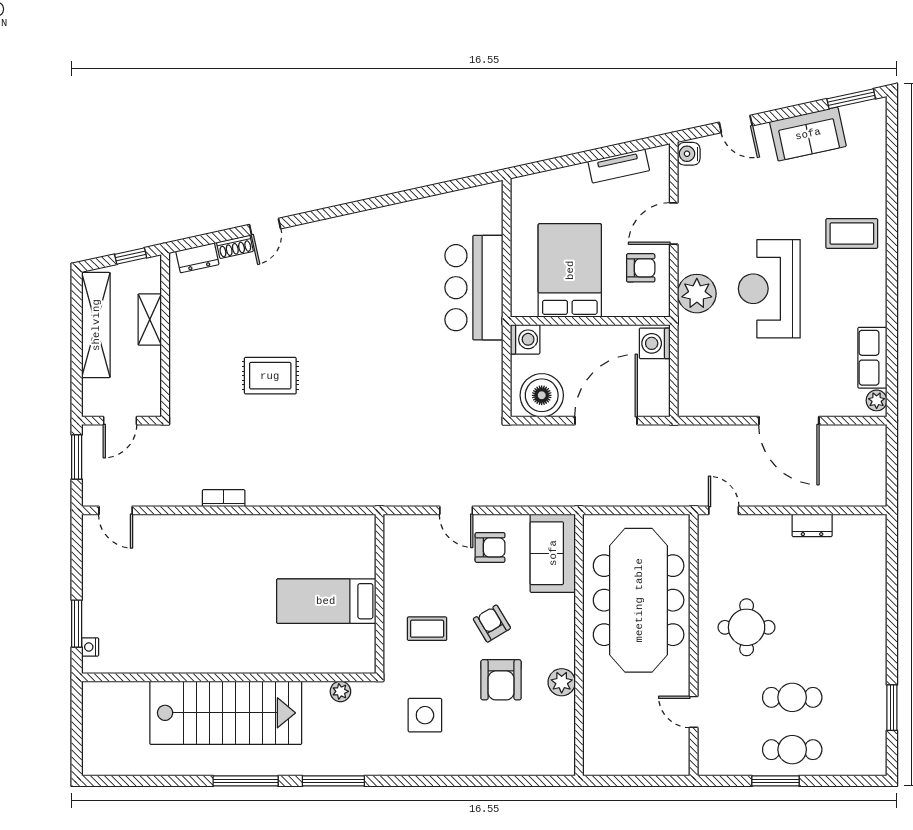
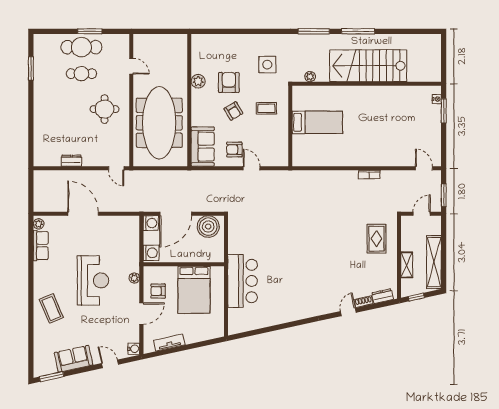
coffee table: (852, 234) -> (51, 308), turned 67
plant: (697, 294) -> (134, 278), width x0.53, depth x0.53
washing machine: (525, 339) -> (151, 223), moved, turned 180
rug: (270, 376) -> (377, 239), moved, turned 90
cafe table: (792, 750) -> (81, 47), width x1.37, depth x1.35

